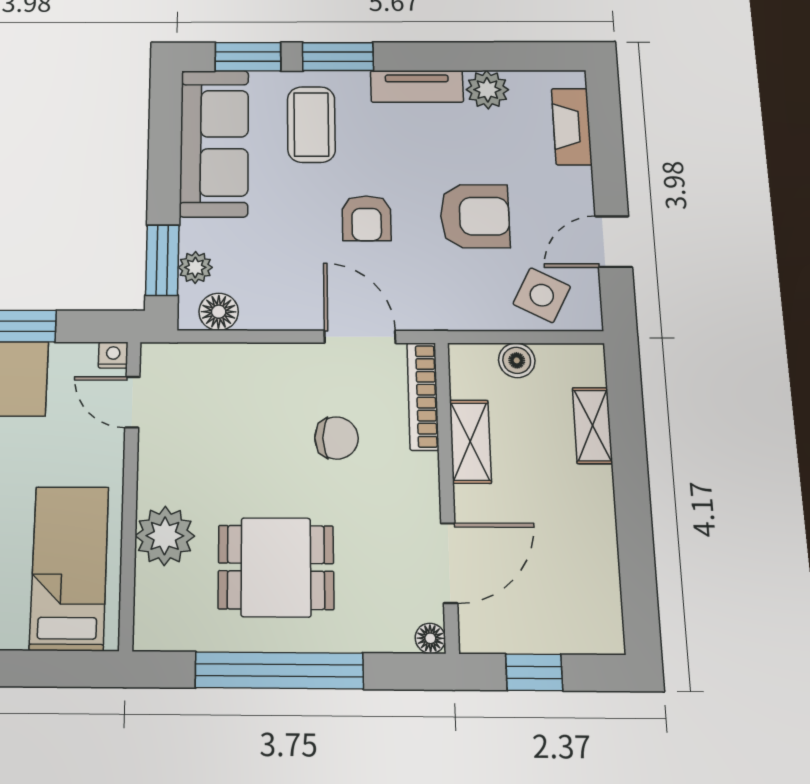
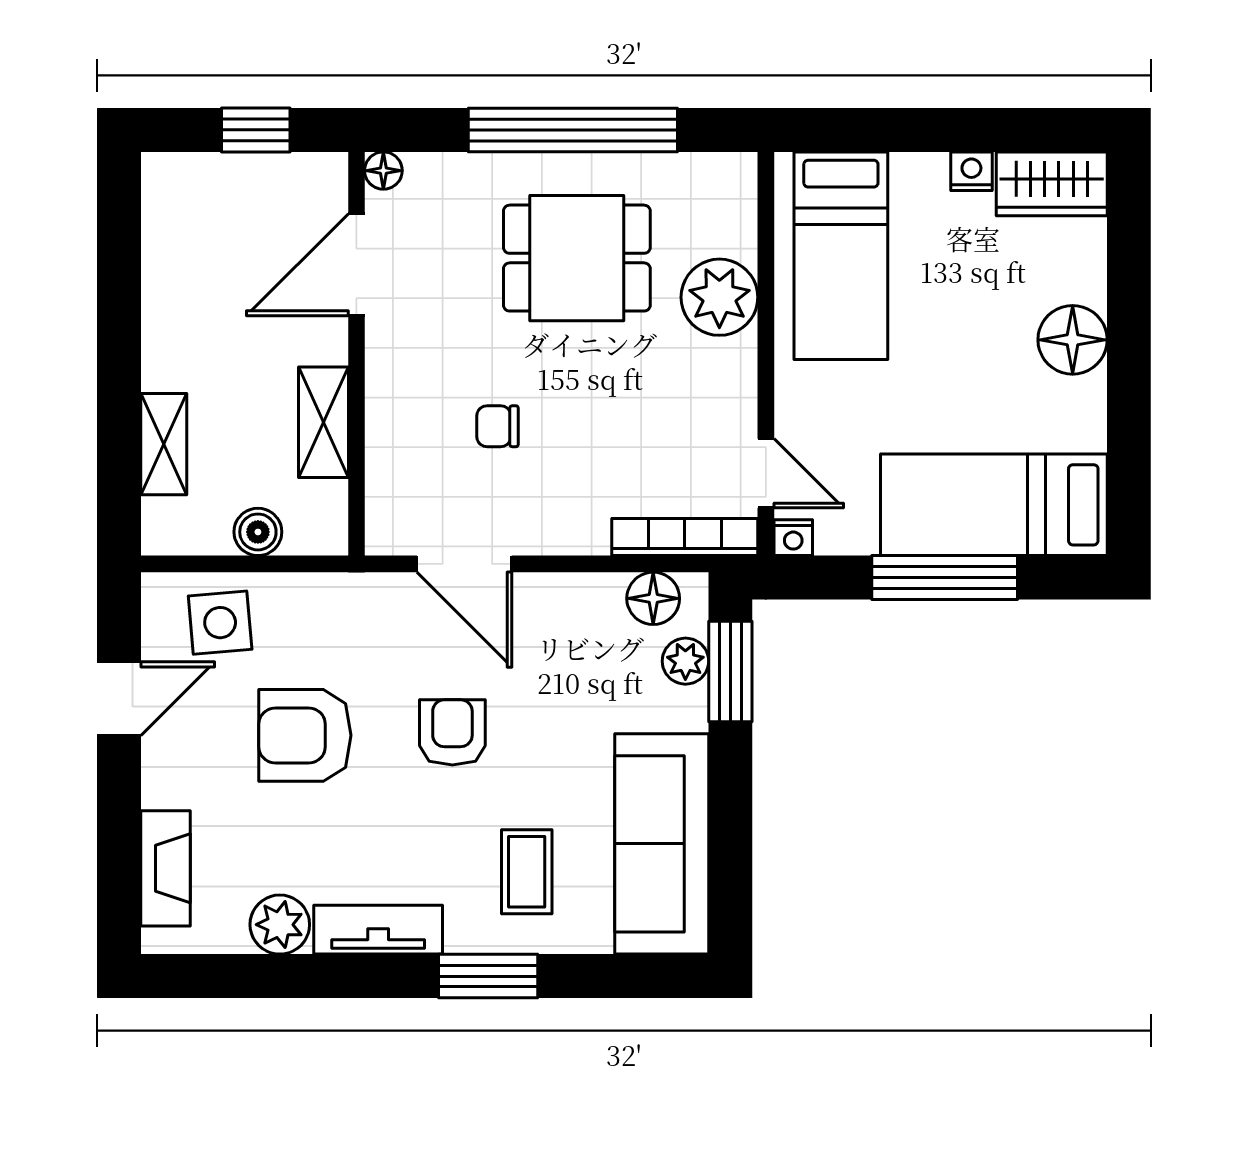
window: (248, 57) -> (615, 976), removed
coffee table: (311, 124) -> (527, 872), width x0.73, depth x0.77
side table: (542, 295) -> (220, 623), turned -32
bookcase: (423, 396) -> (685, 537), moved, turned -90
chair: (336, 438) -> (498, 426), width x0.73, depth x0.73

